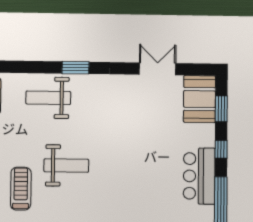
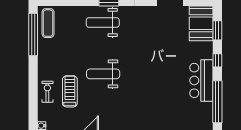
weight bench: (48, 98) -> (103, 22), moved
weight bench: (66, 166) -> (103, 74), turned 180

